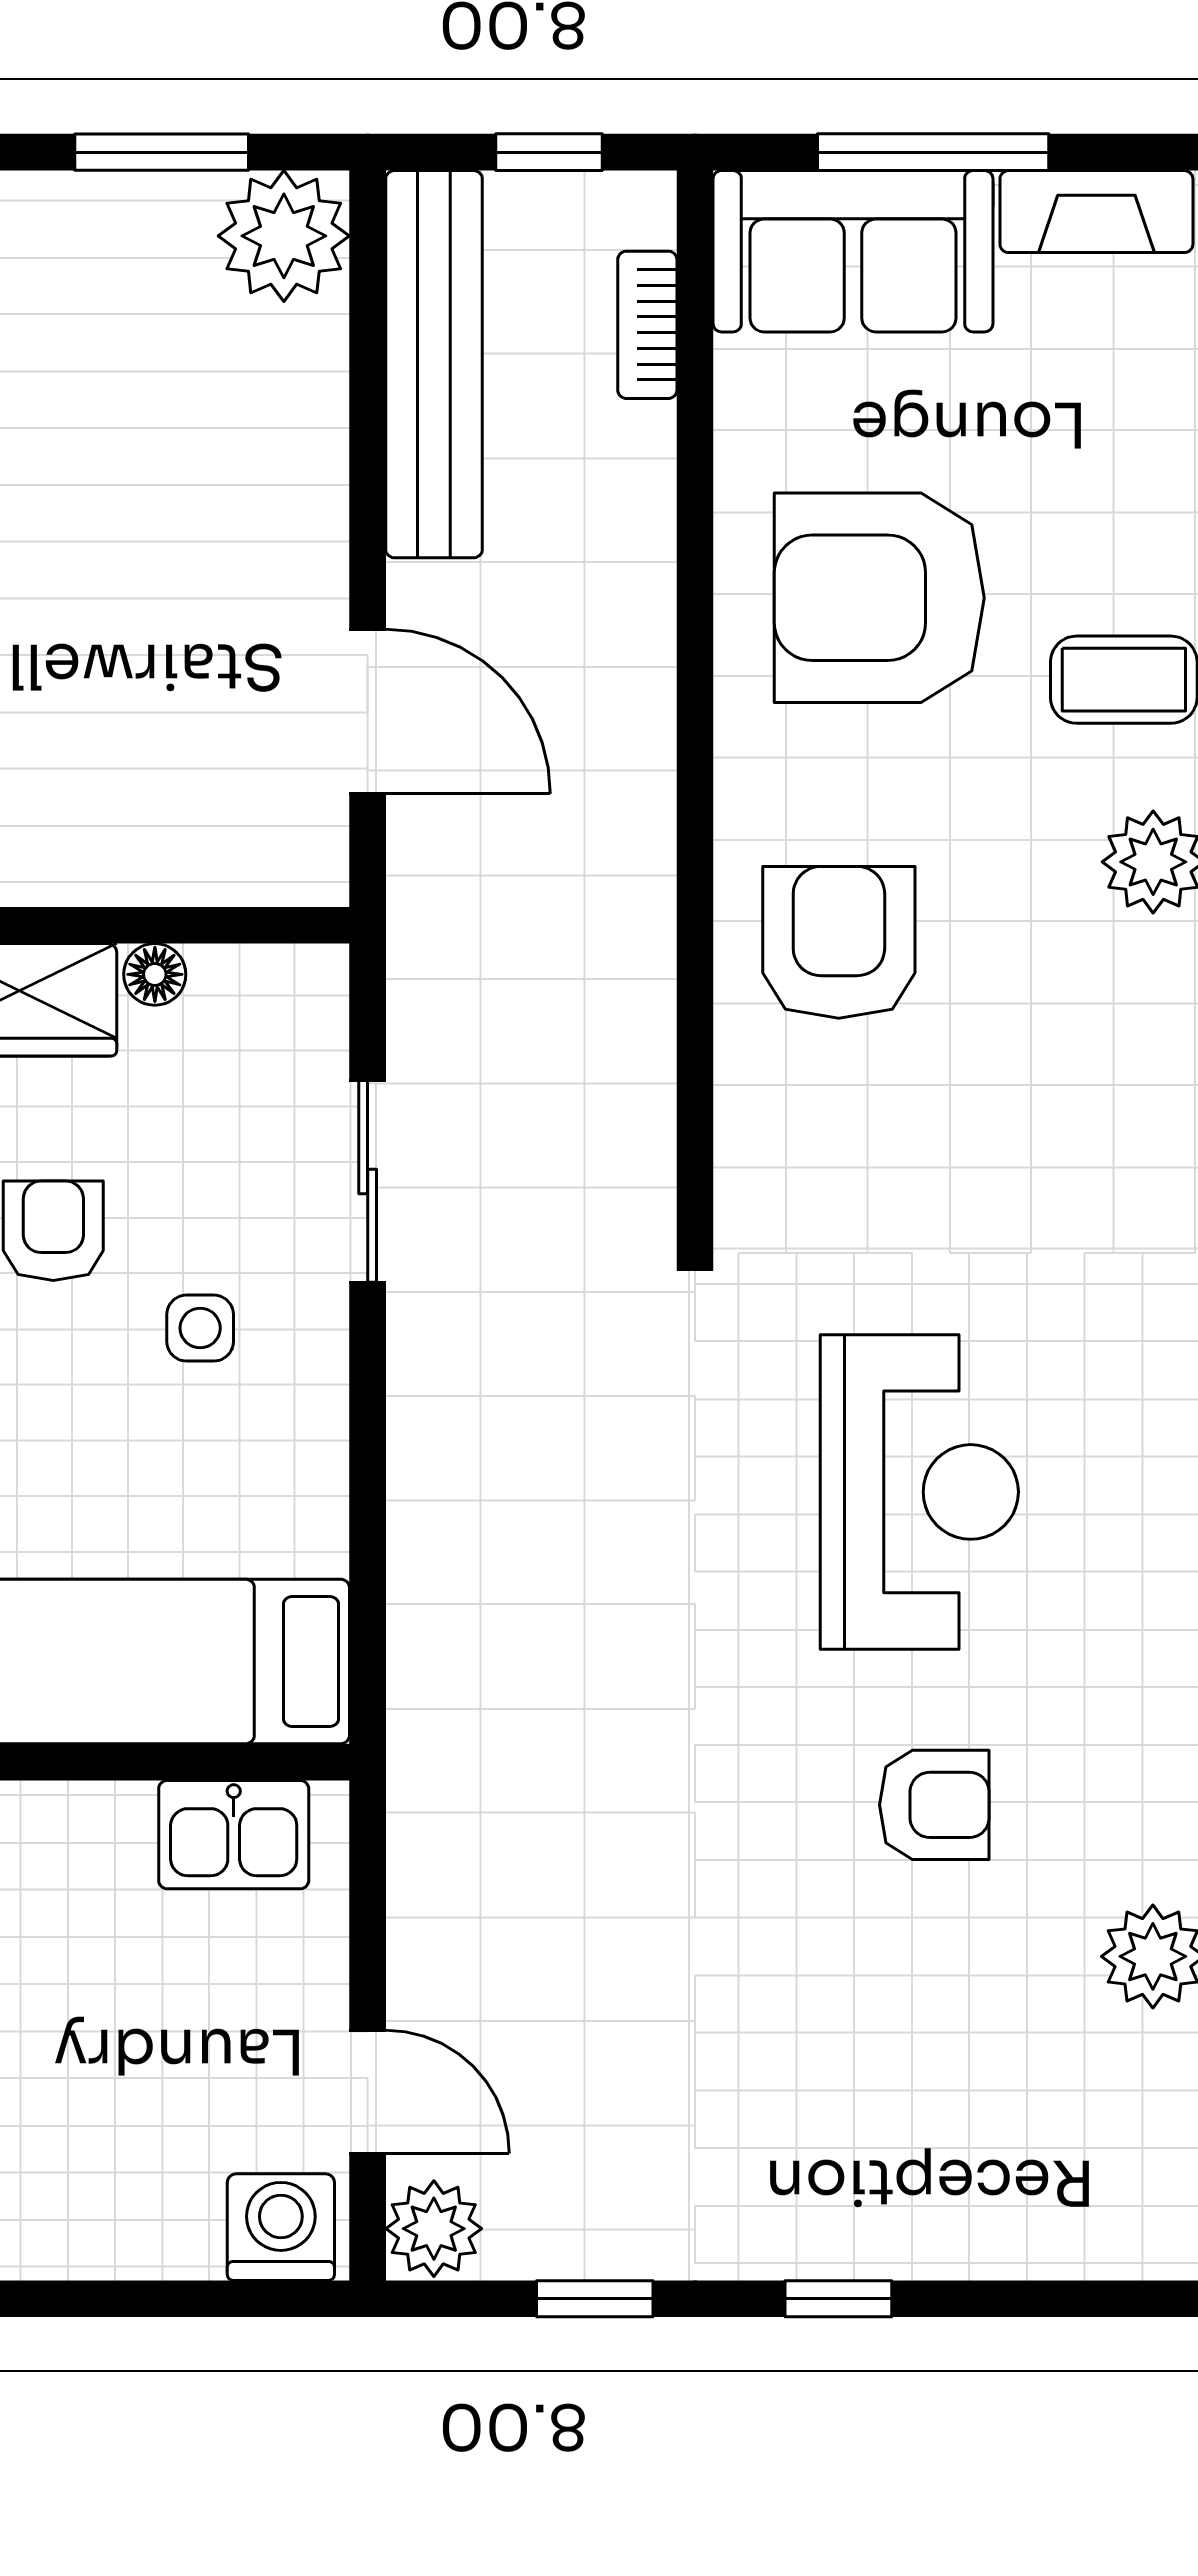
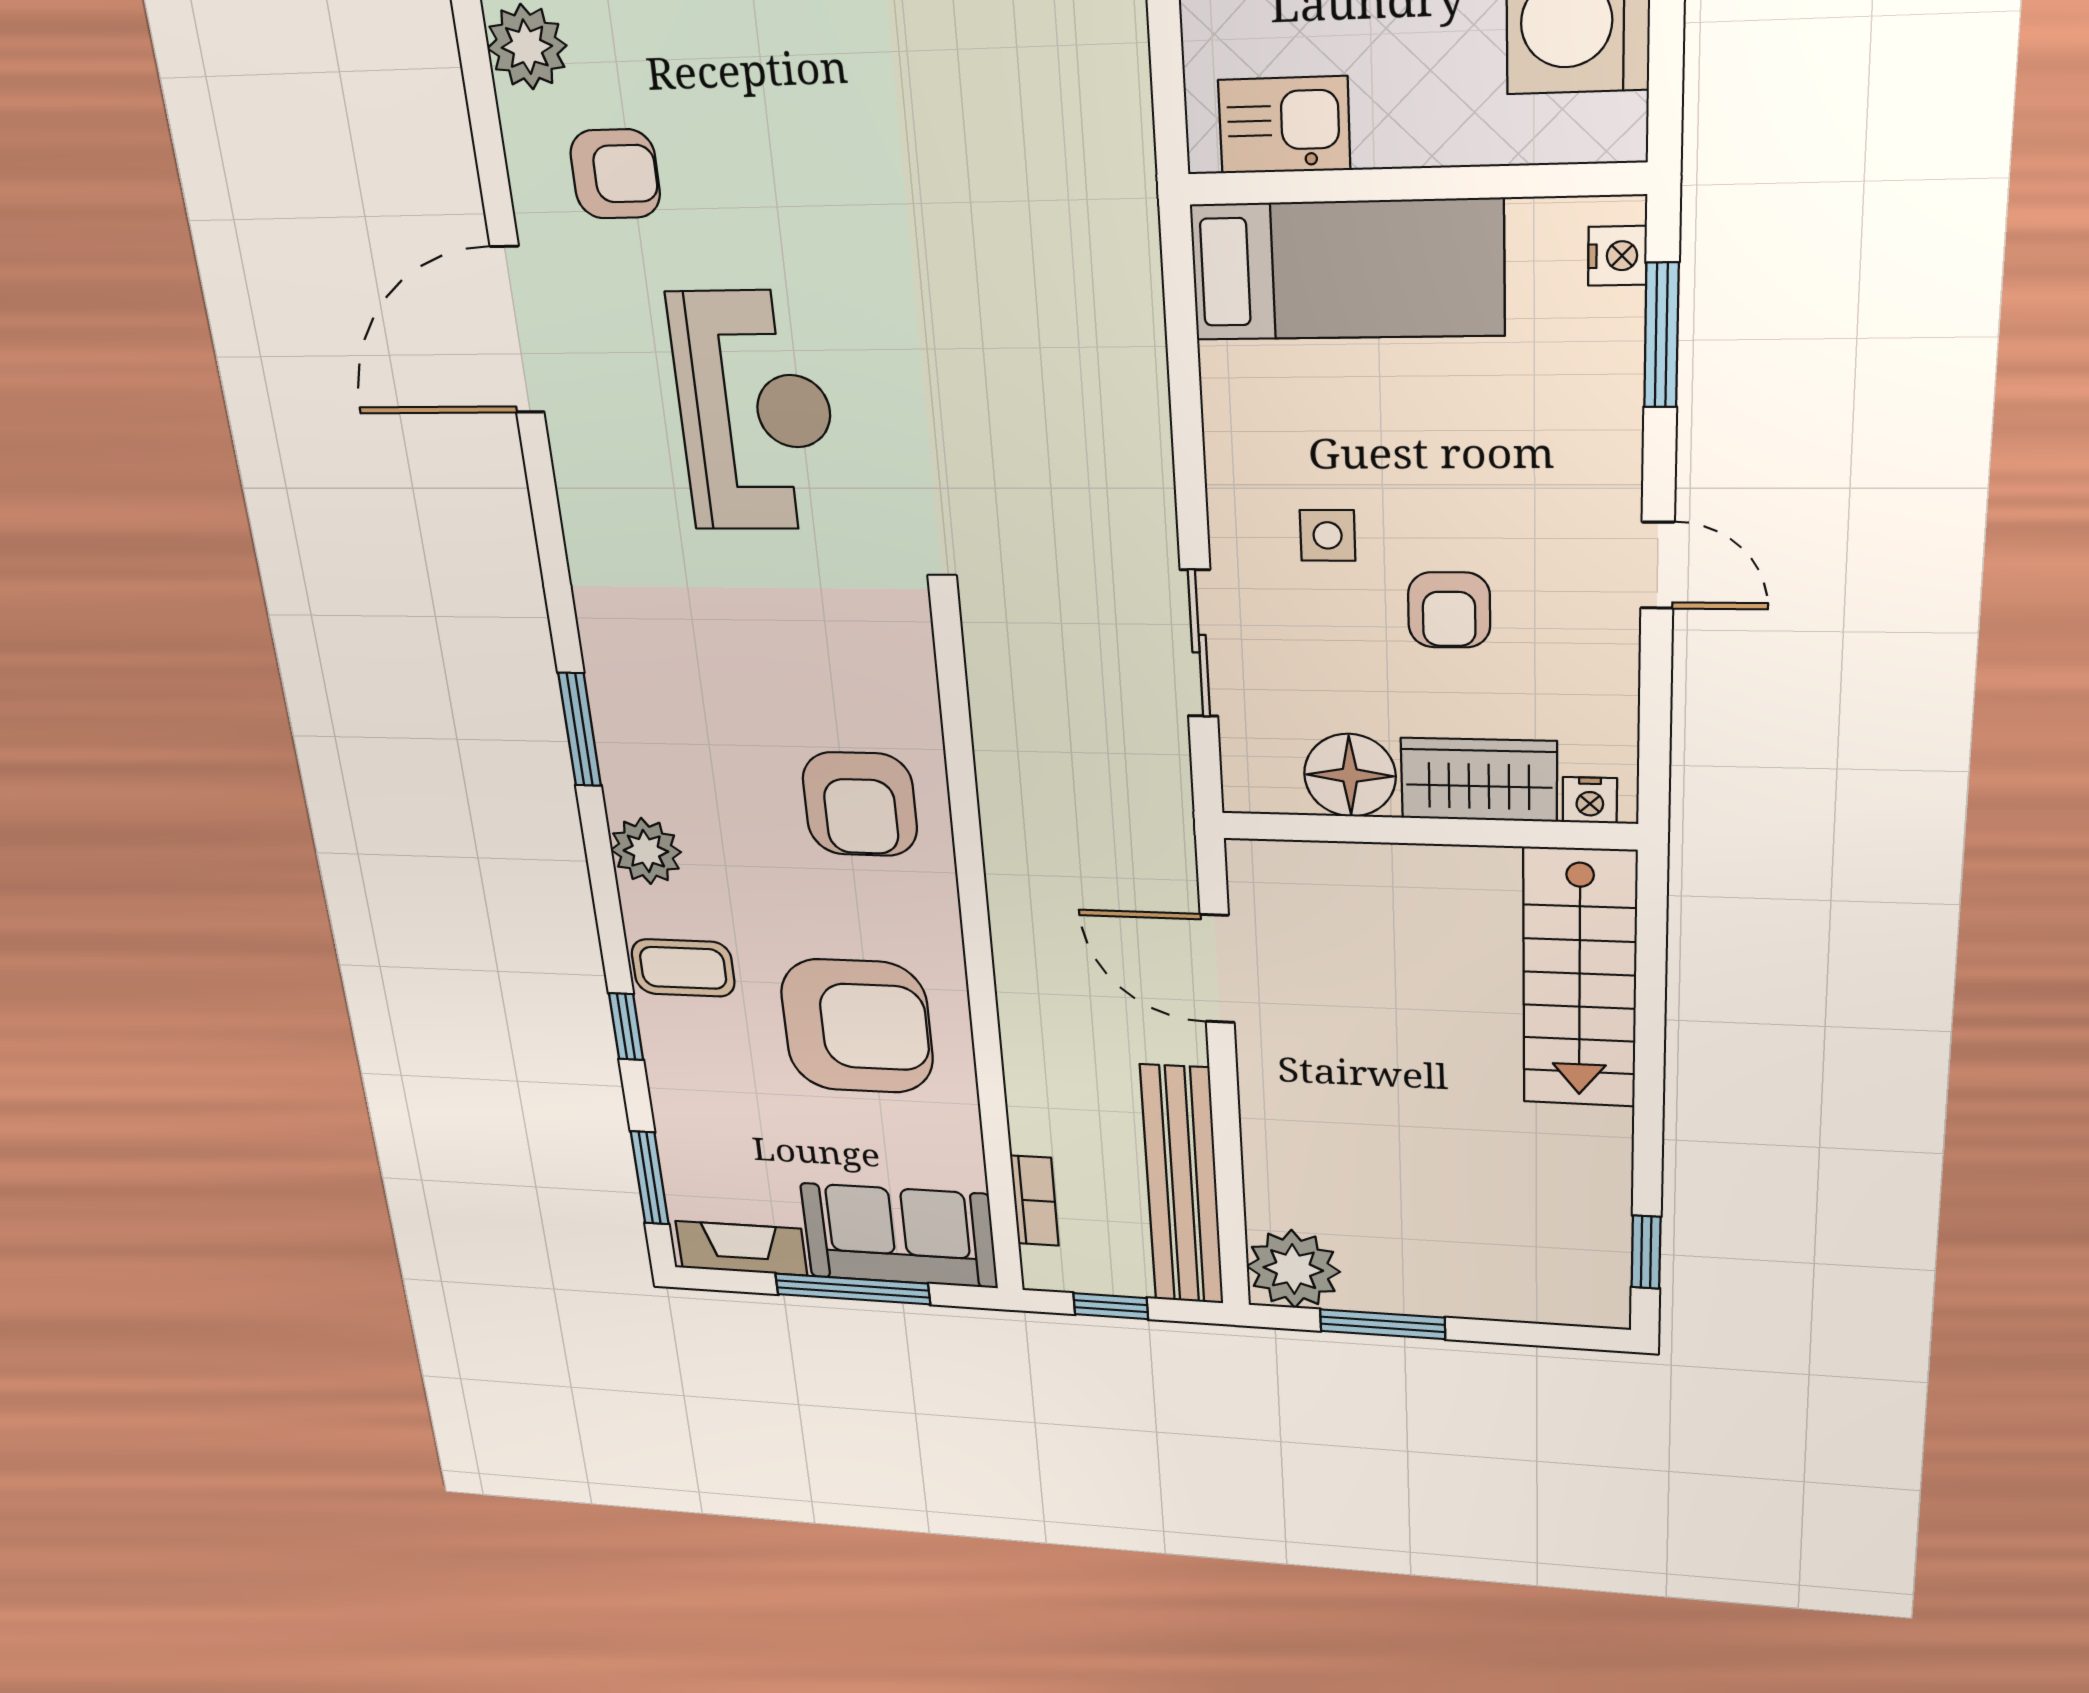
floor lamp: (155, 974) -> (1350, 775), width x1.89, depth x1.89
reception desk: (919, 1492) -> (755, 412), turned 180
armchair: (934, 1805) -> (615, 174), moved, turned 180

